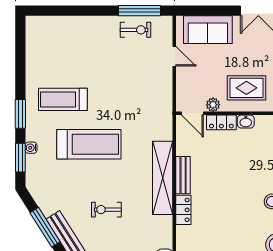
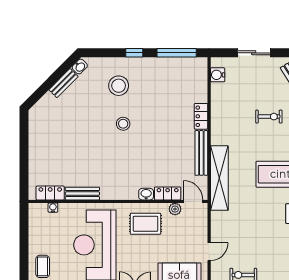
door: (174, 56) -> (209, 252), swing flipped
bench: (183, 175) -> (201, 153), width x1.36
shelving: (163, 178) -> (219, 178), moved

